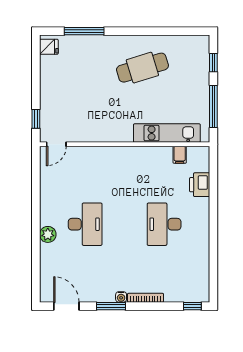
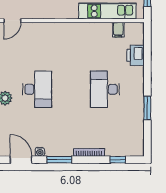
window: (213, 246) -> (147, 108), added
water cooler: (121, 297) -> (40, 152), moved
window: (192, 306) -> (118, 160), moved

